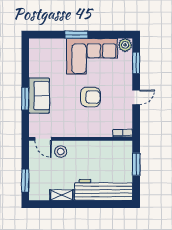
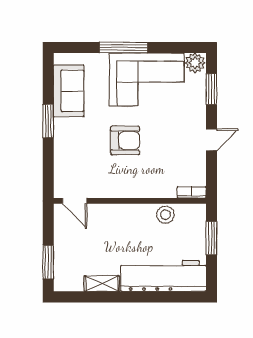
window: (76, 35) -> (123, 48), width x1.44
sofa: (39, 96) -> (69, 91), moved
armchair: (90, 97) -> (125, 140), moved
window: (25, 99) -> (48, 121), moved
stool: (61, 151) -> (165, 215), moved

